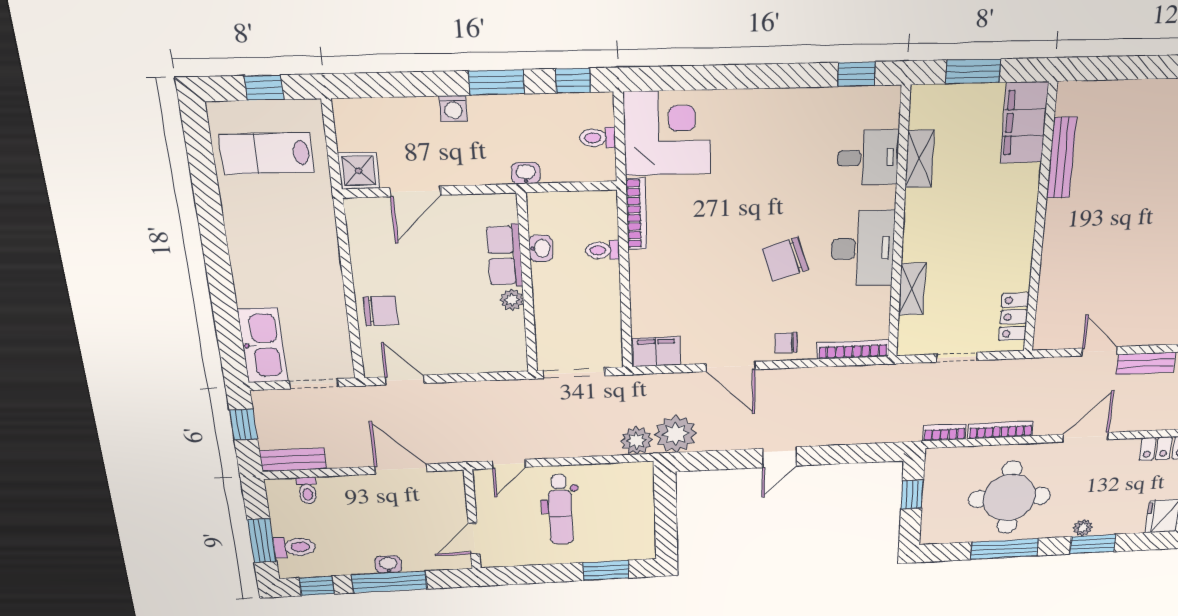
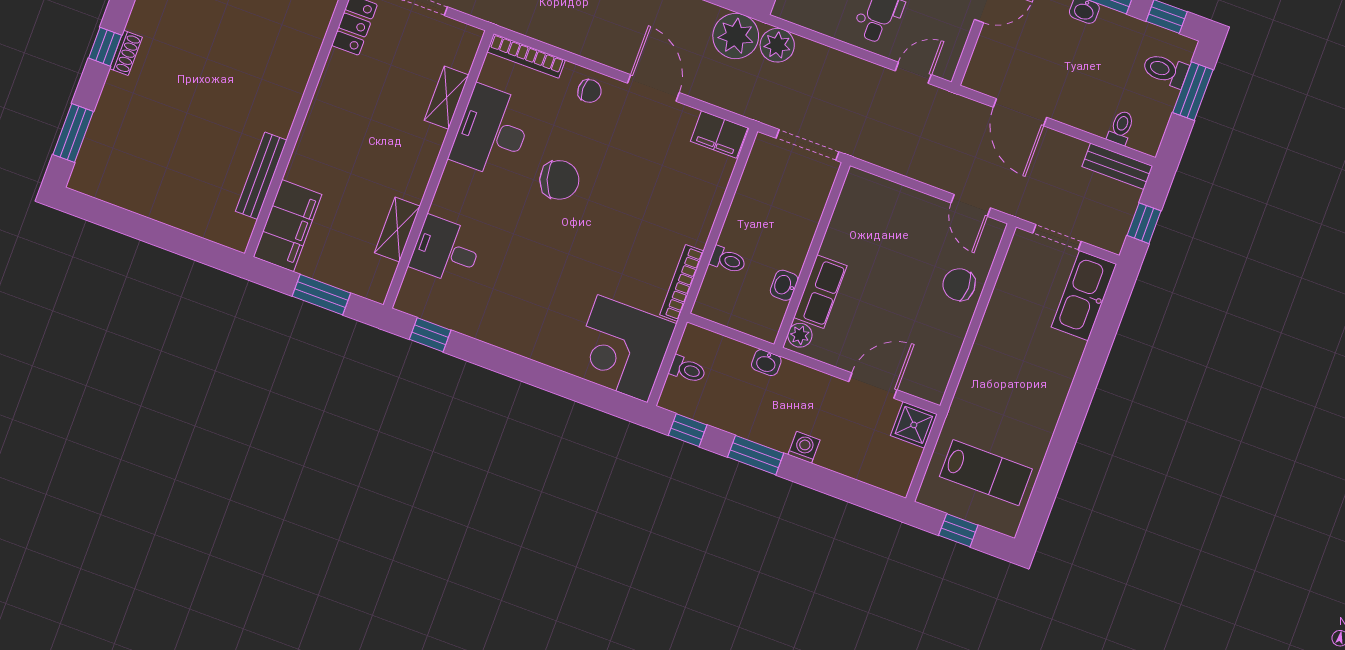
desk: (863, 249) -> (492, 131), moved
plant: (512, 300) -> (800, 335), moved

